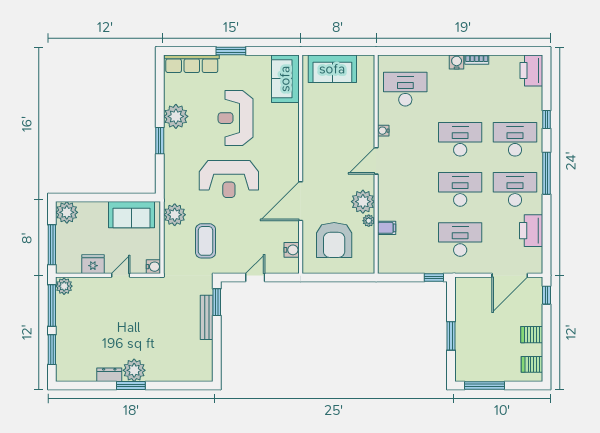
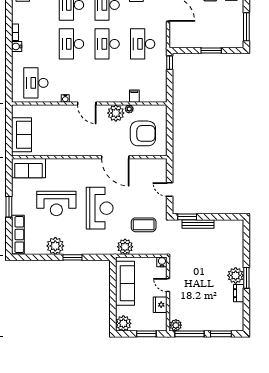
sofa: (131, 215) -> (125, 283), width x1.36
window: (52, 245) -> (146, 334), width x0.69
water cooler: (292, 250) -> (150, 164), removed

